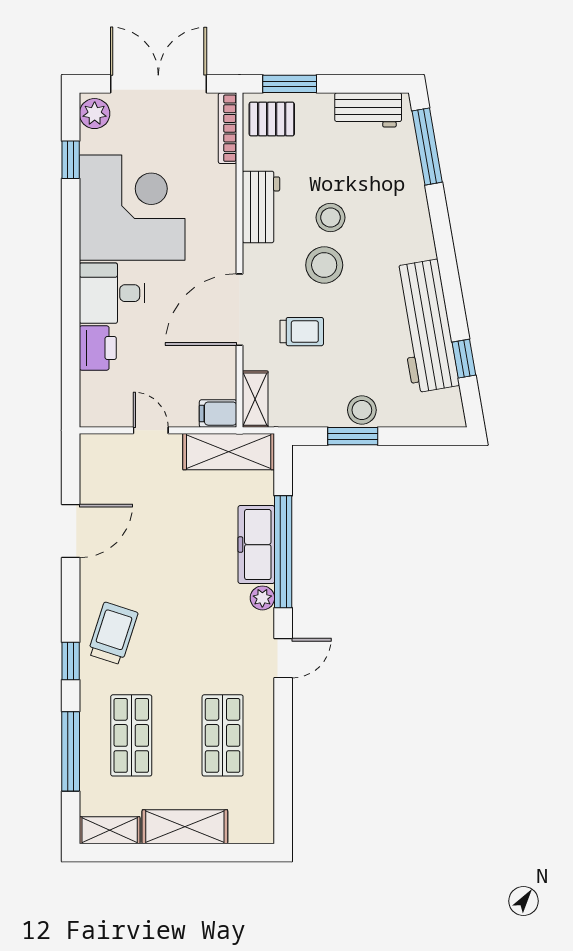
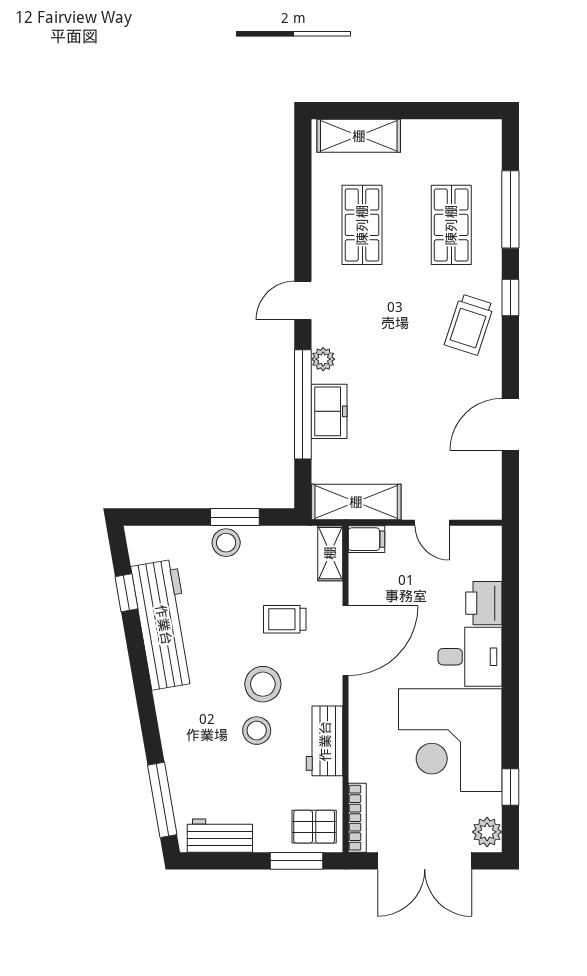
freezer: (256, 545) -> (329, 411), width x0.71
shelving: (185, 827) -> (359, 136), moved
shelving: (110, 830) -> (472, 132), removed

